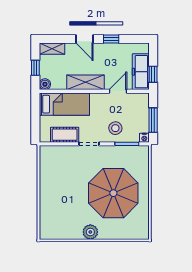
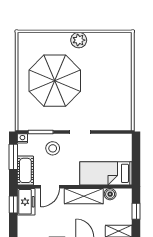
freezer: (141, 72) -> (26, 202), width x0.71
boiler: (45, 84) -> (110, 194), moved
cot: (65, 135) -> (25, 170), moved, turned 90

